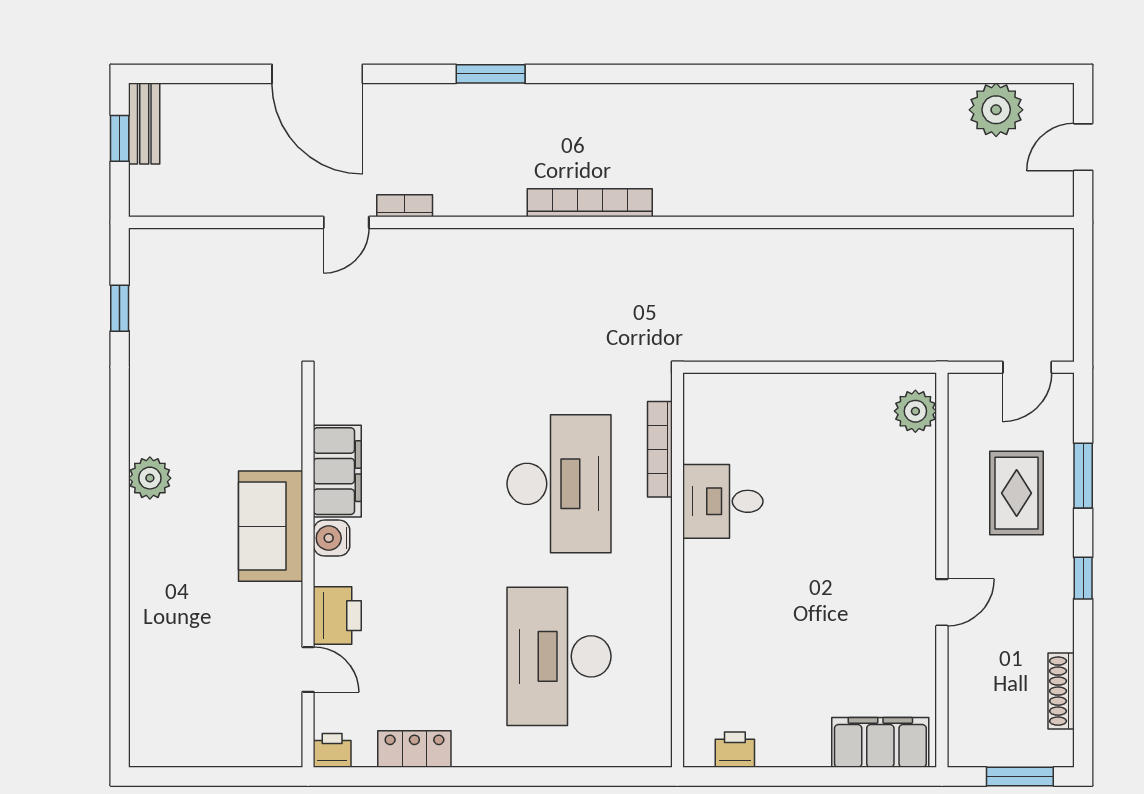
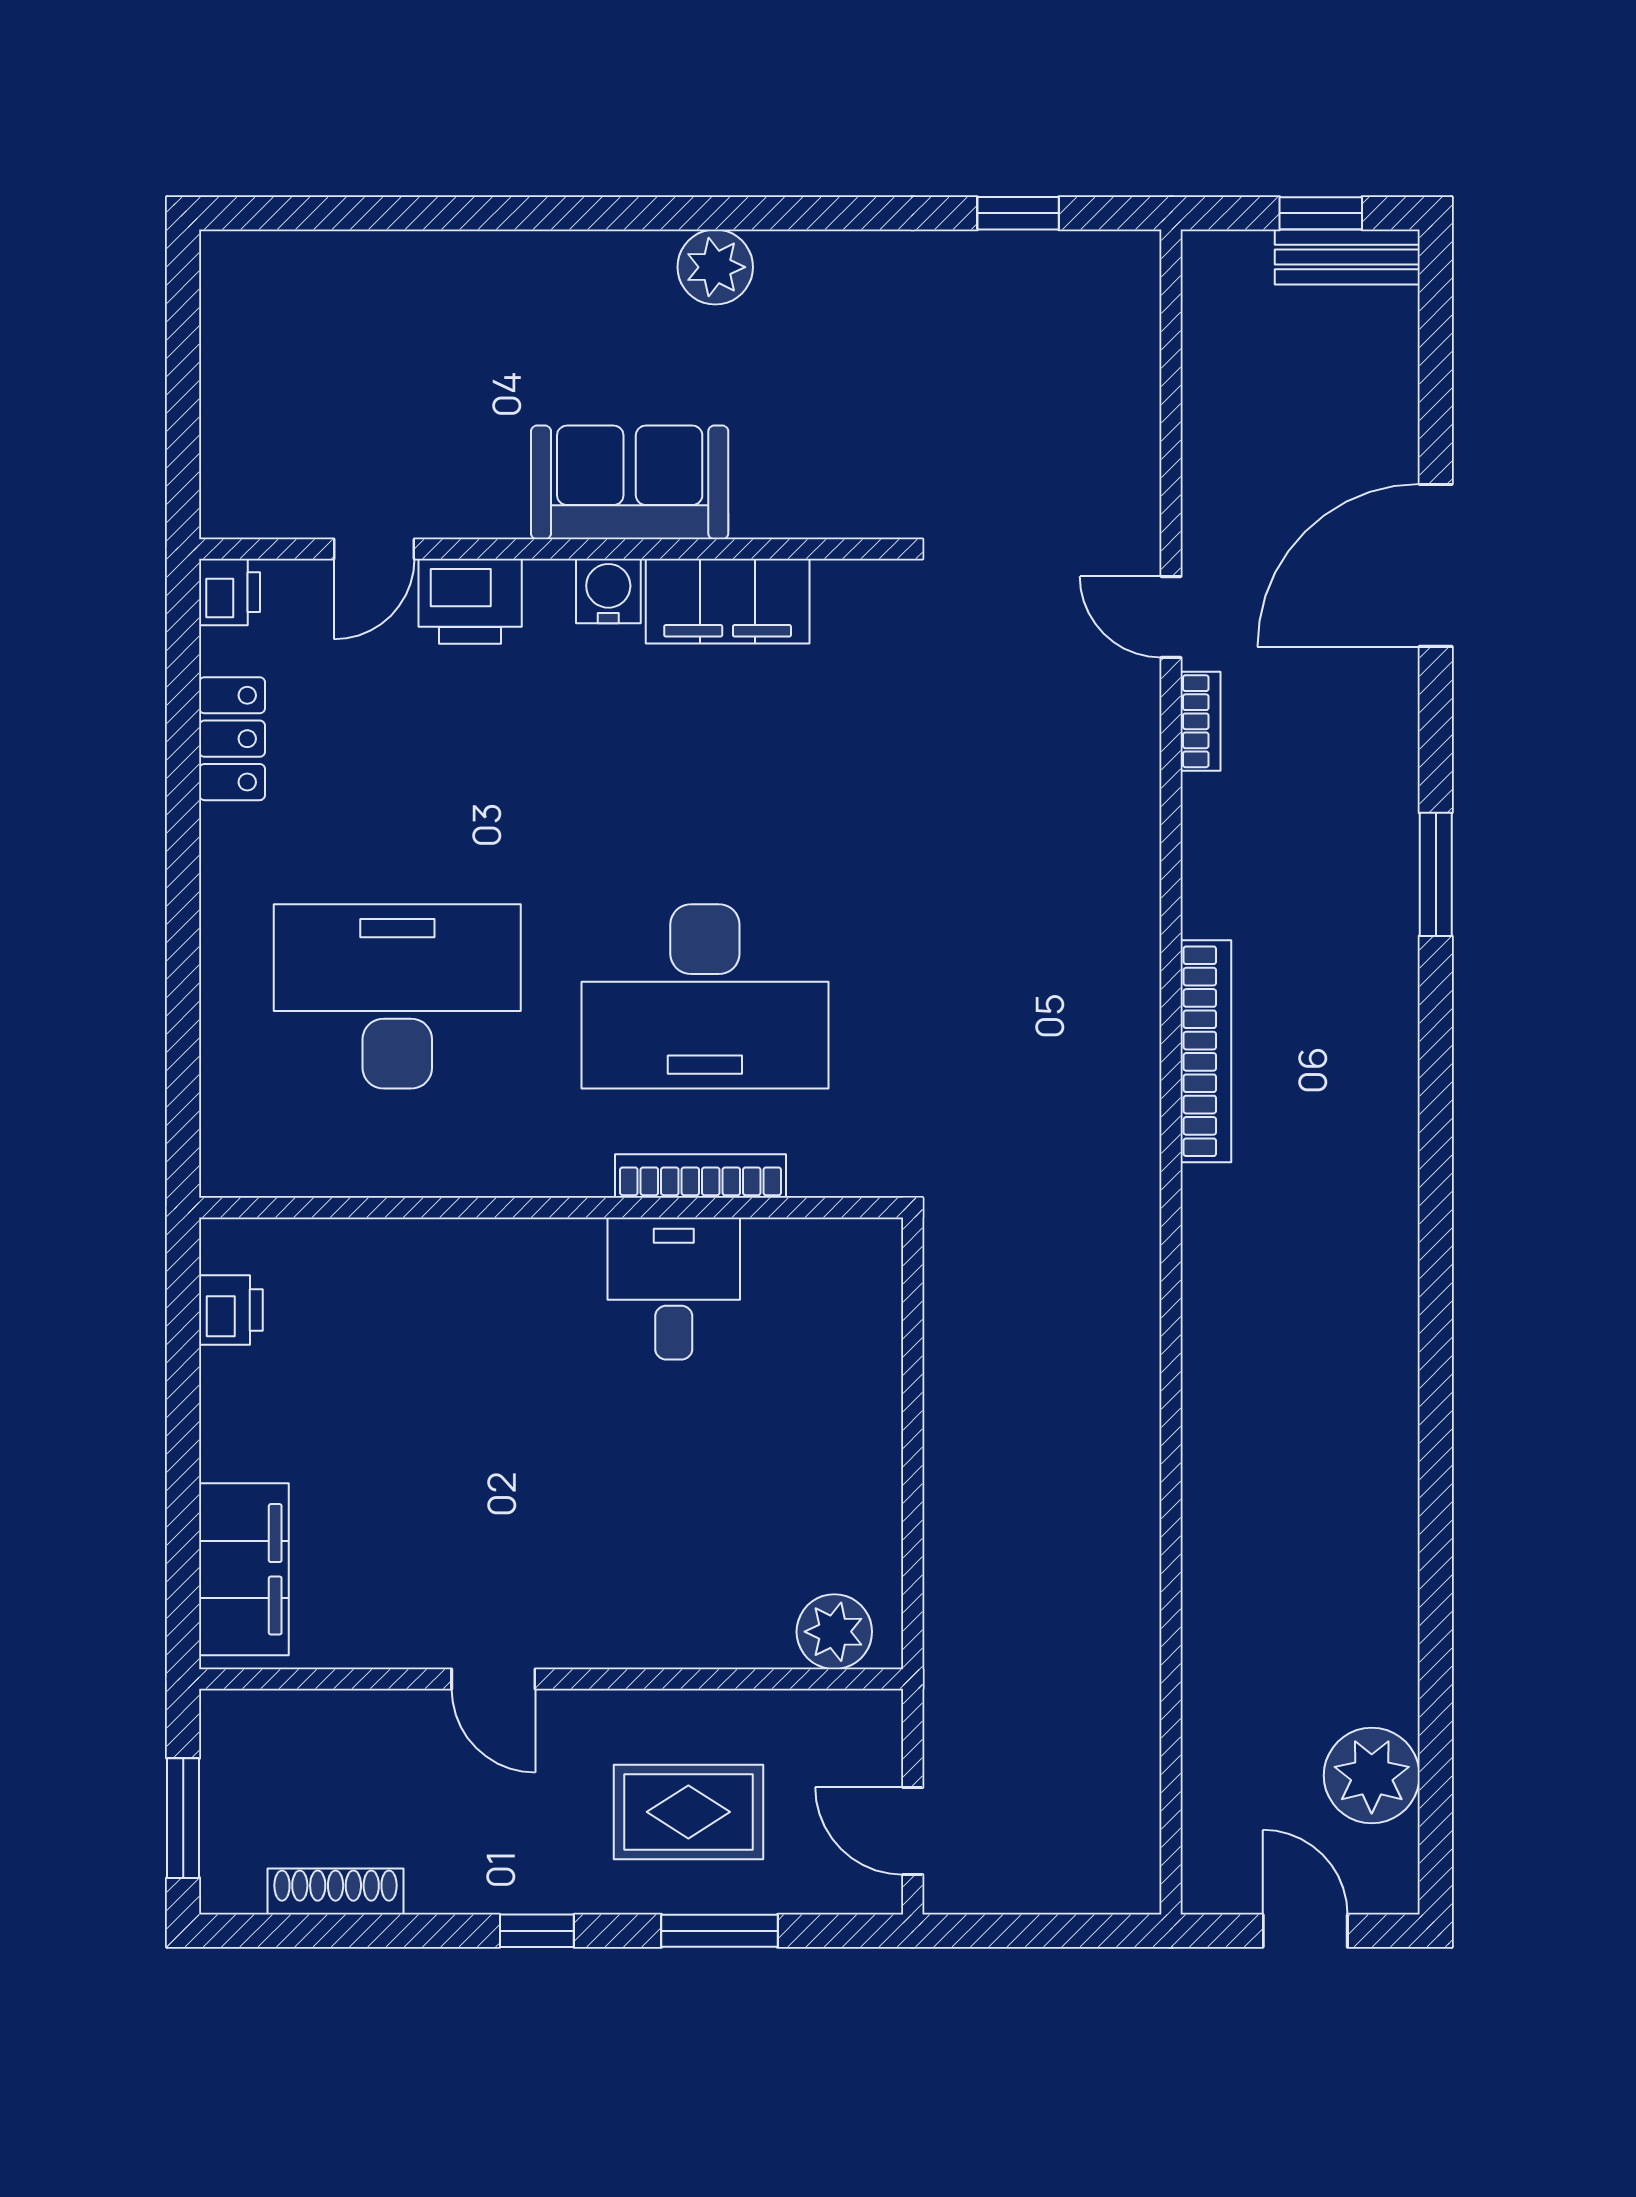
bookcase: (660, 449) -> (701, 1176), moved

